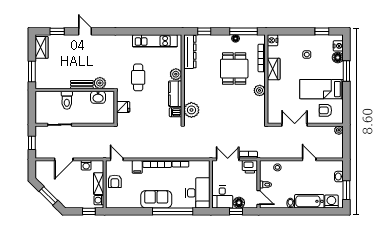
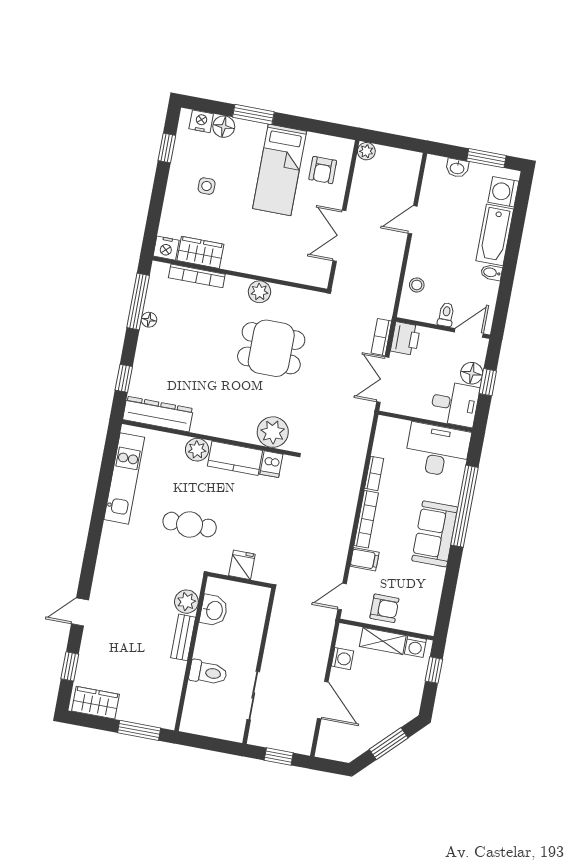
dining table: (234, 69) -> (271, 348), moved
wardrobe: (274, 69) -> (200, 252), moved

